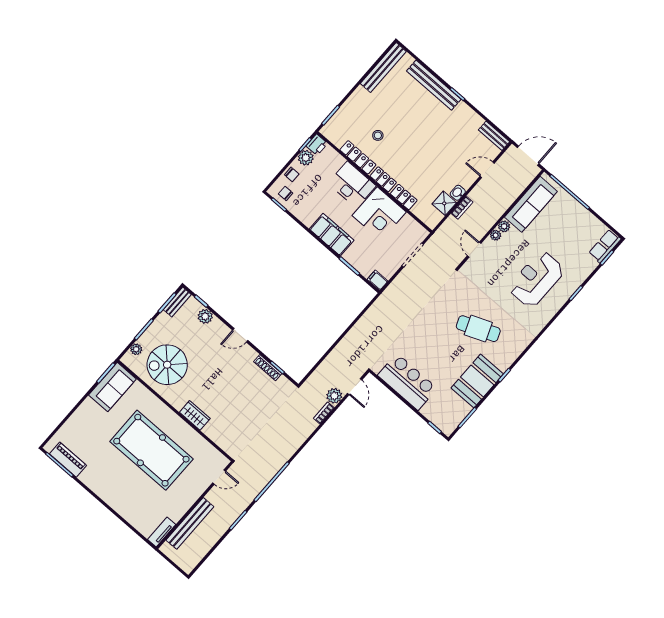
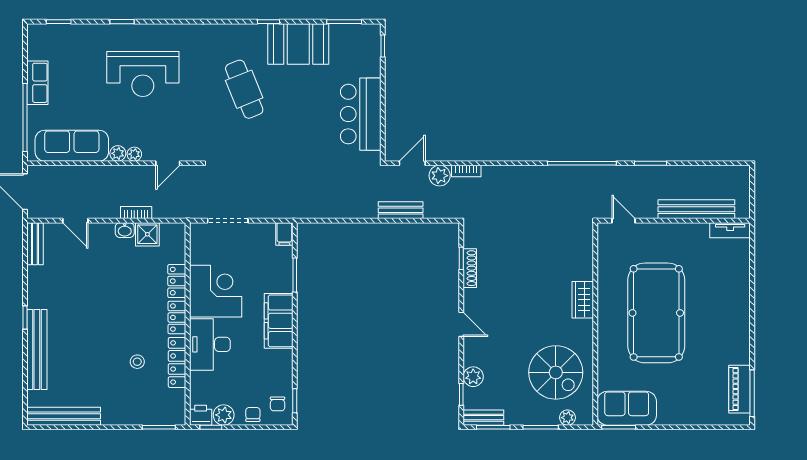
row of seats: (605, 246) -> (37, 83), moved, turned -90
bench: (334, 357) -> (401, 210), added

